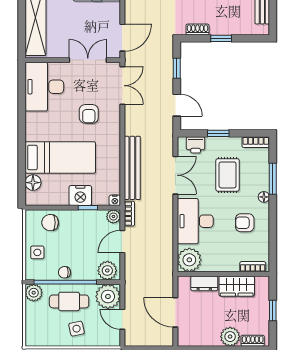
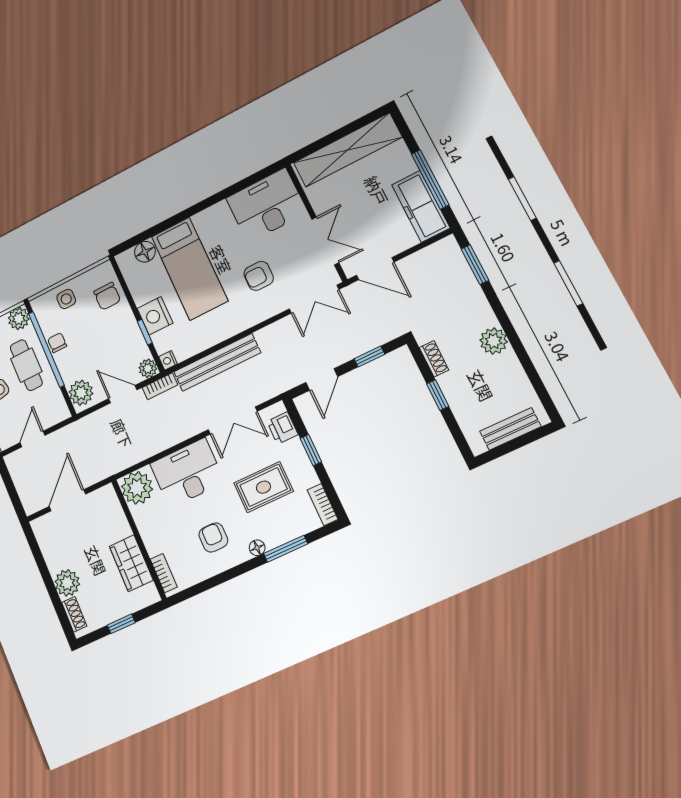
chair: (50, 223) -> (107, 296), turned 180
dresser: (204, 283) -> (117, 520), removed
plant: (108, 296) -> (51, 409), removed

